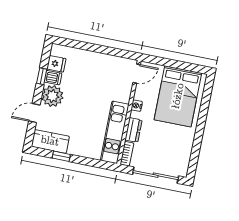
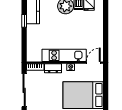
door: (137, 74) -> (93, 63), swing flipped
kitchen unit: (115, 132) -> (64, 55), moved

